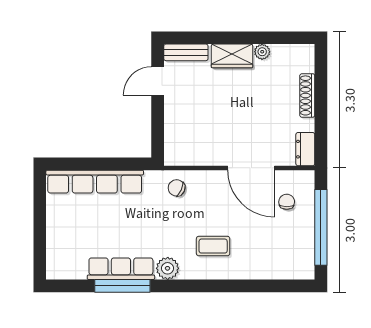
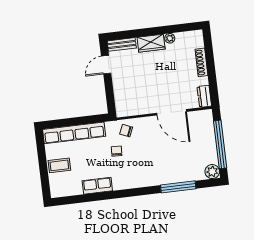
chair: (287, 202) -> (117, 151), moved
coffee table: (213, 246) -> (59, 165), moved
plant: (168, 268) -> (212, 172), moved
row of seats: (121, 269) -> (97, 186), width x0.68
window: (122, 286) -> (178, 187), moved

